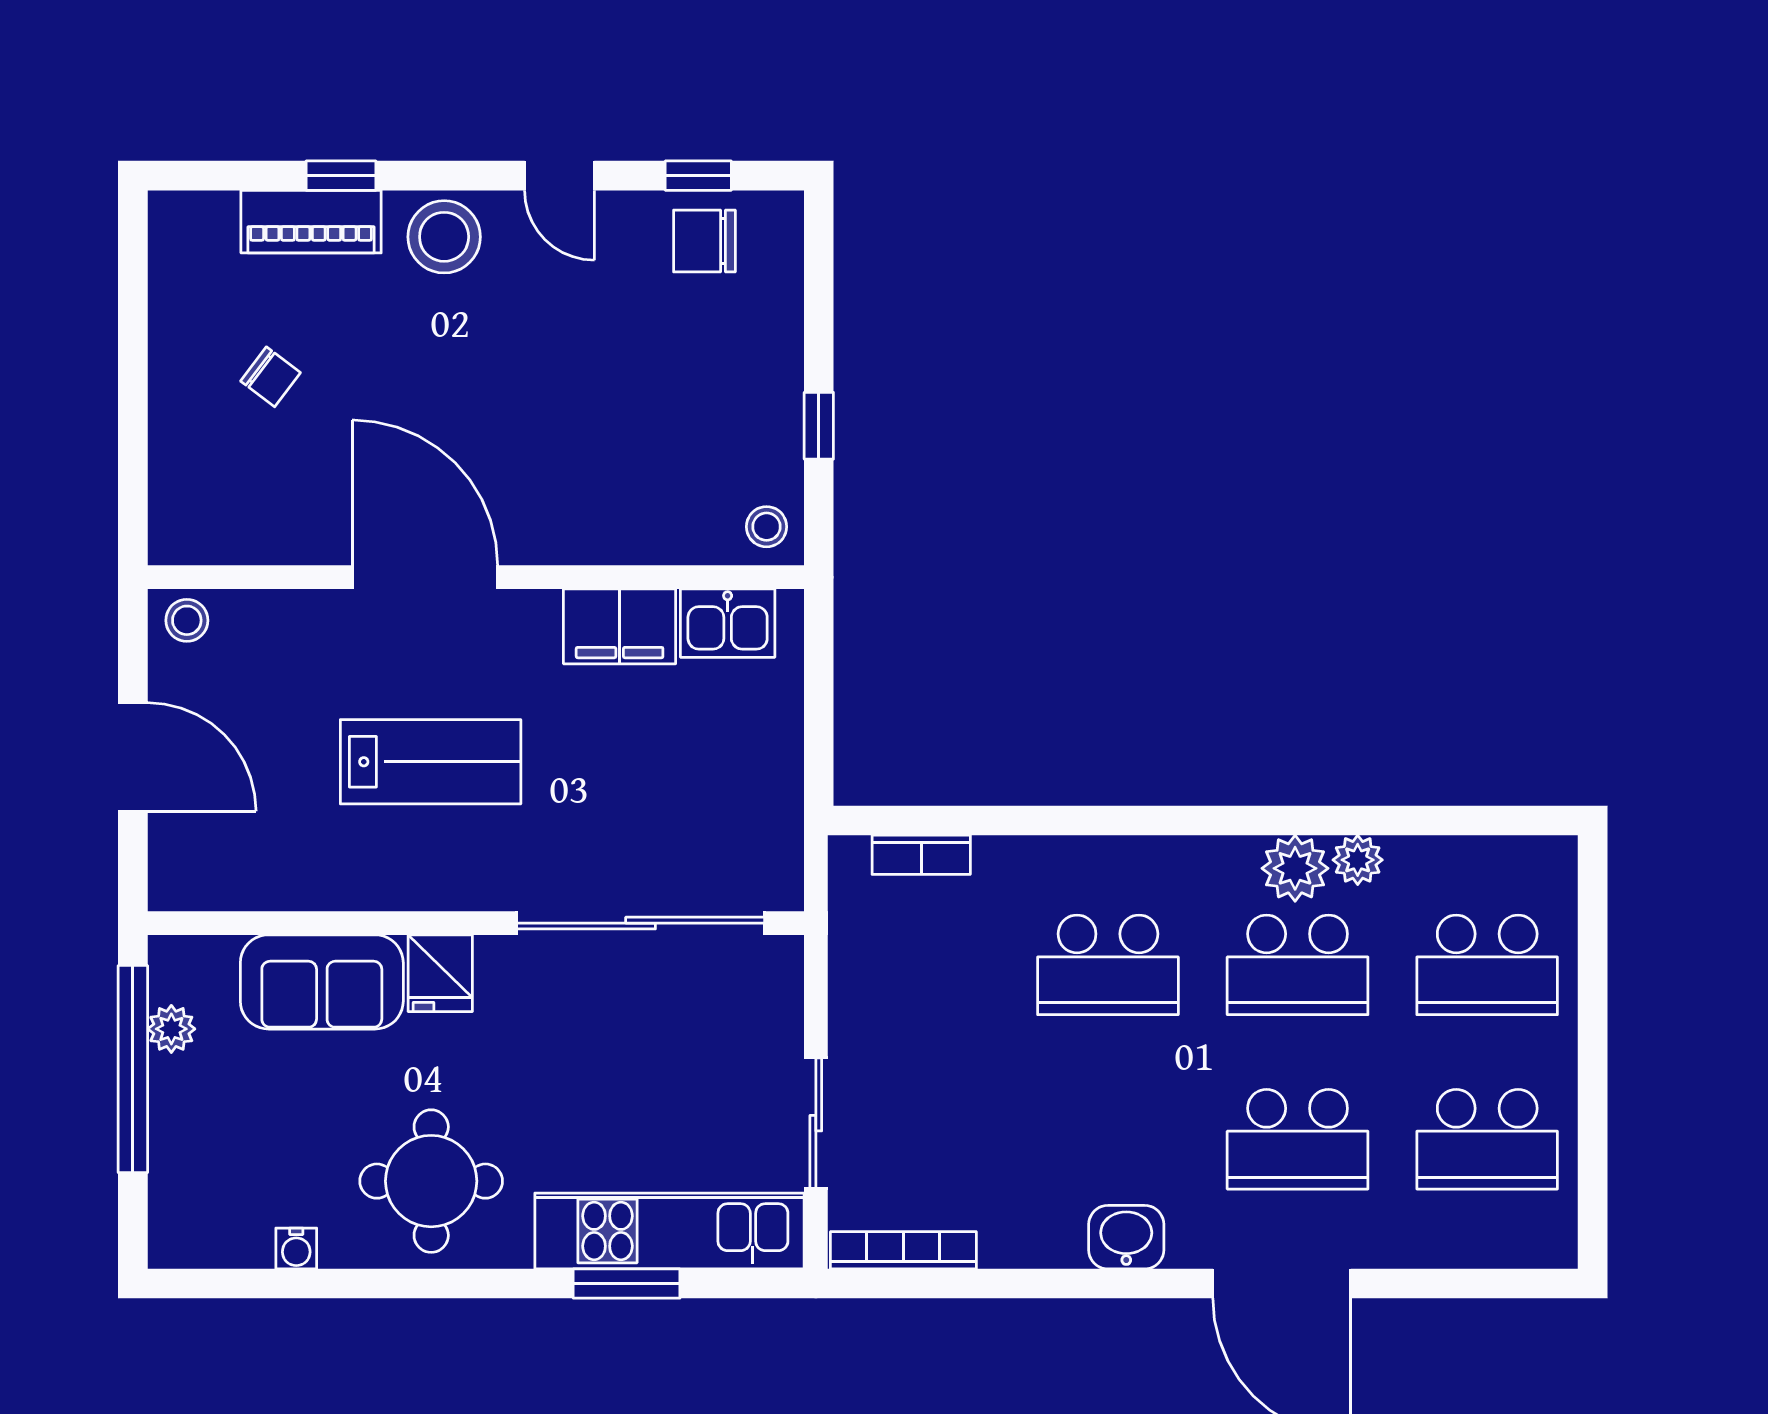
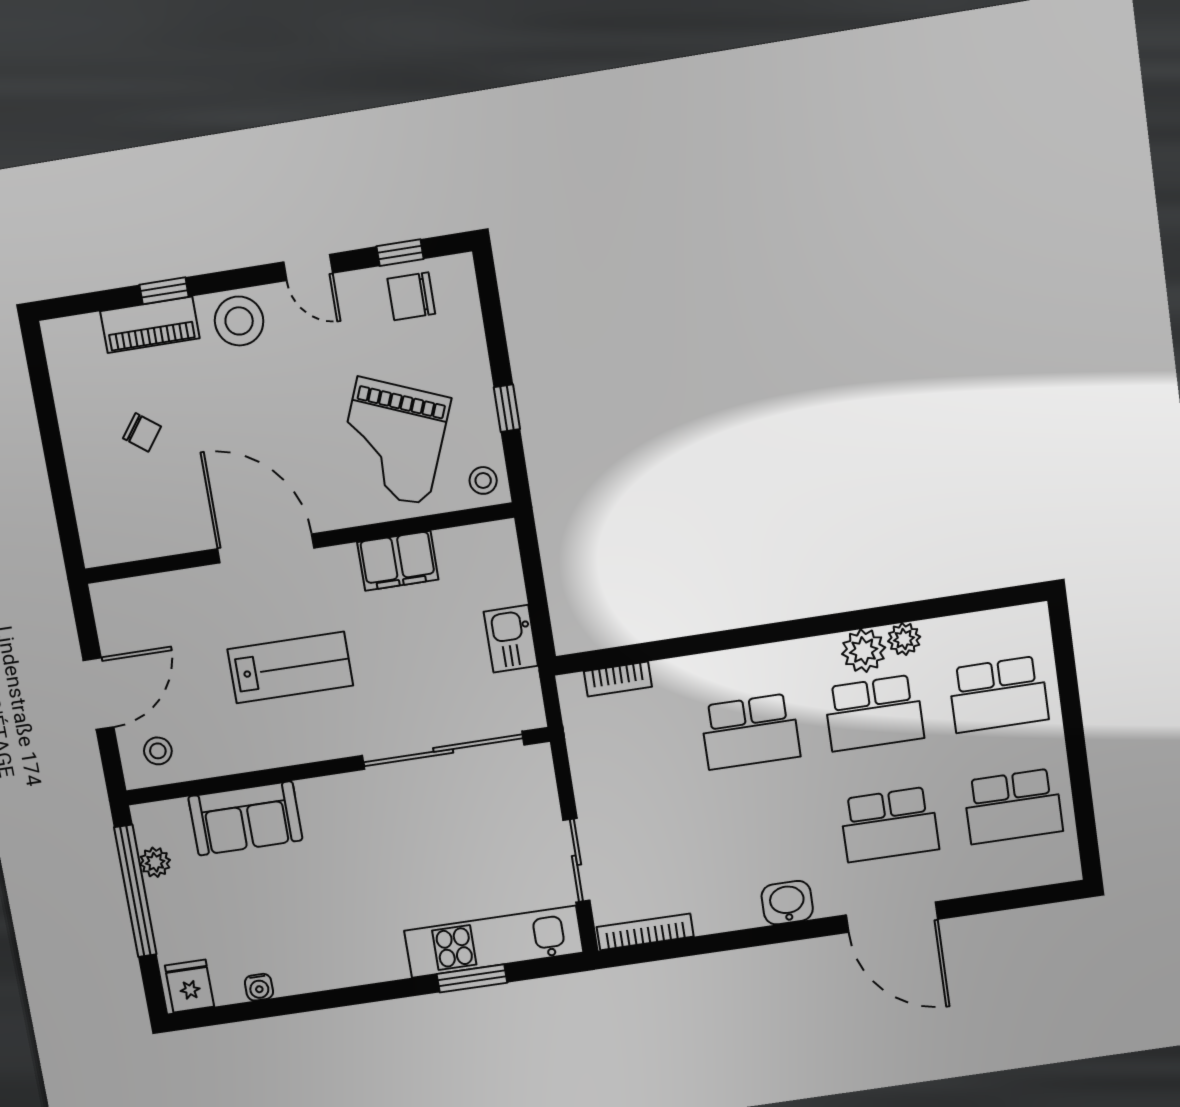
grand piano: (641, 448) -> (393, 442), added
stool: (187, 620) -> (158, 751), moved
kitchen sink: (728, 623) -> (511, 639), moved, turned 90
door: (133, 757) -> (99, 694), hinge flipped
fridge: (440, 973) -> (189, 986), moved, turned 180
round table: (431, 1181) -> (337, 933), removed

